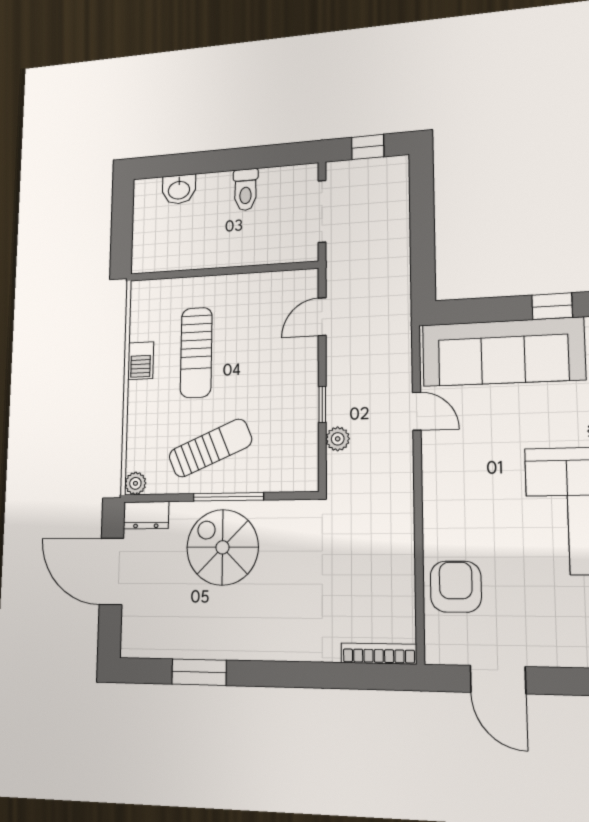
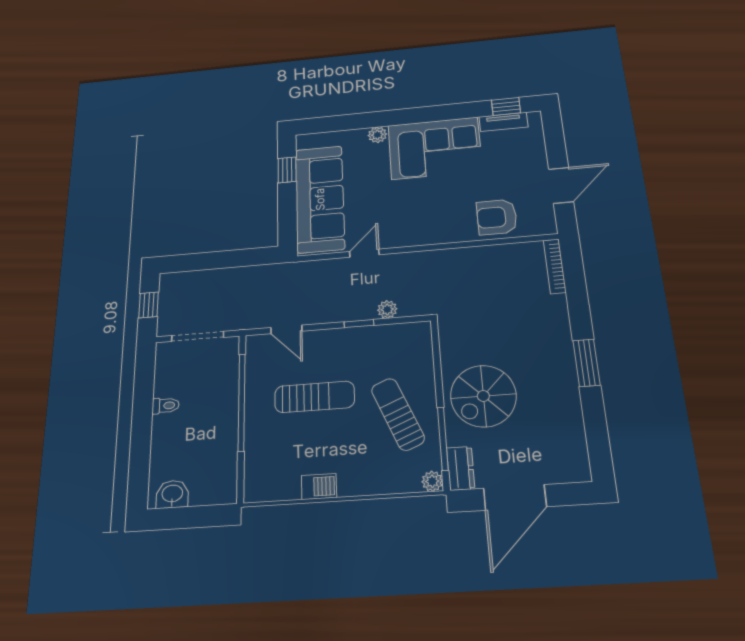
washbasin: (179, 189) -> (172, 494), moved, turned -90
toilet: (246, 190) -> (165, 406), width x0.73, depth x0.72
window: (239, 270) -> (242, 402), added
sun lounger: (196, 352) -> (315, 397), moved
window: (228, 497) -> (443, 439), moved
window: (199, 672) -> (587, 363), moved

